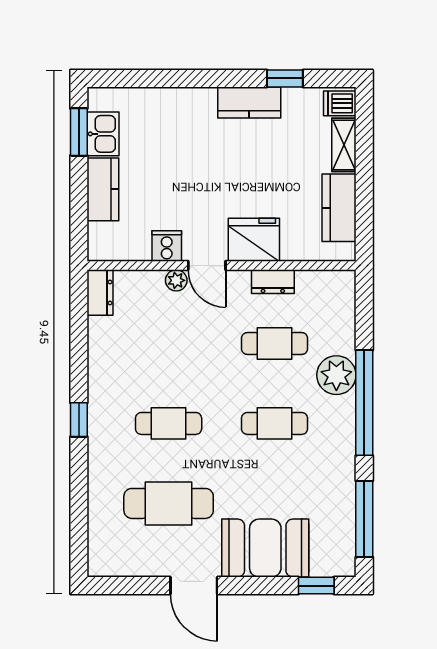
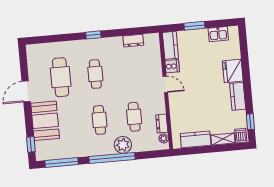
window: (285, 78) -> (250, 122), moved
window: (79, 132) -> (194, 26), moved
kitchen counter: (103, 189) -> (170, 45), moved, turned -90
fridge: (254, 240) -> (233, 71), moved, turned 180
door: (207, 266) -> (165, 84), swing flipped
plant: (176, 280) -> (164, 138), moved
dresser: (273, 282) -> (162, 124), moved
dresser: (100, 293) -> (133, 41), moved

